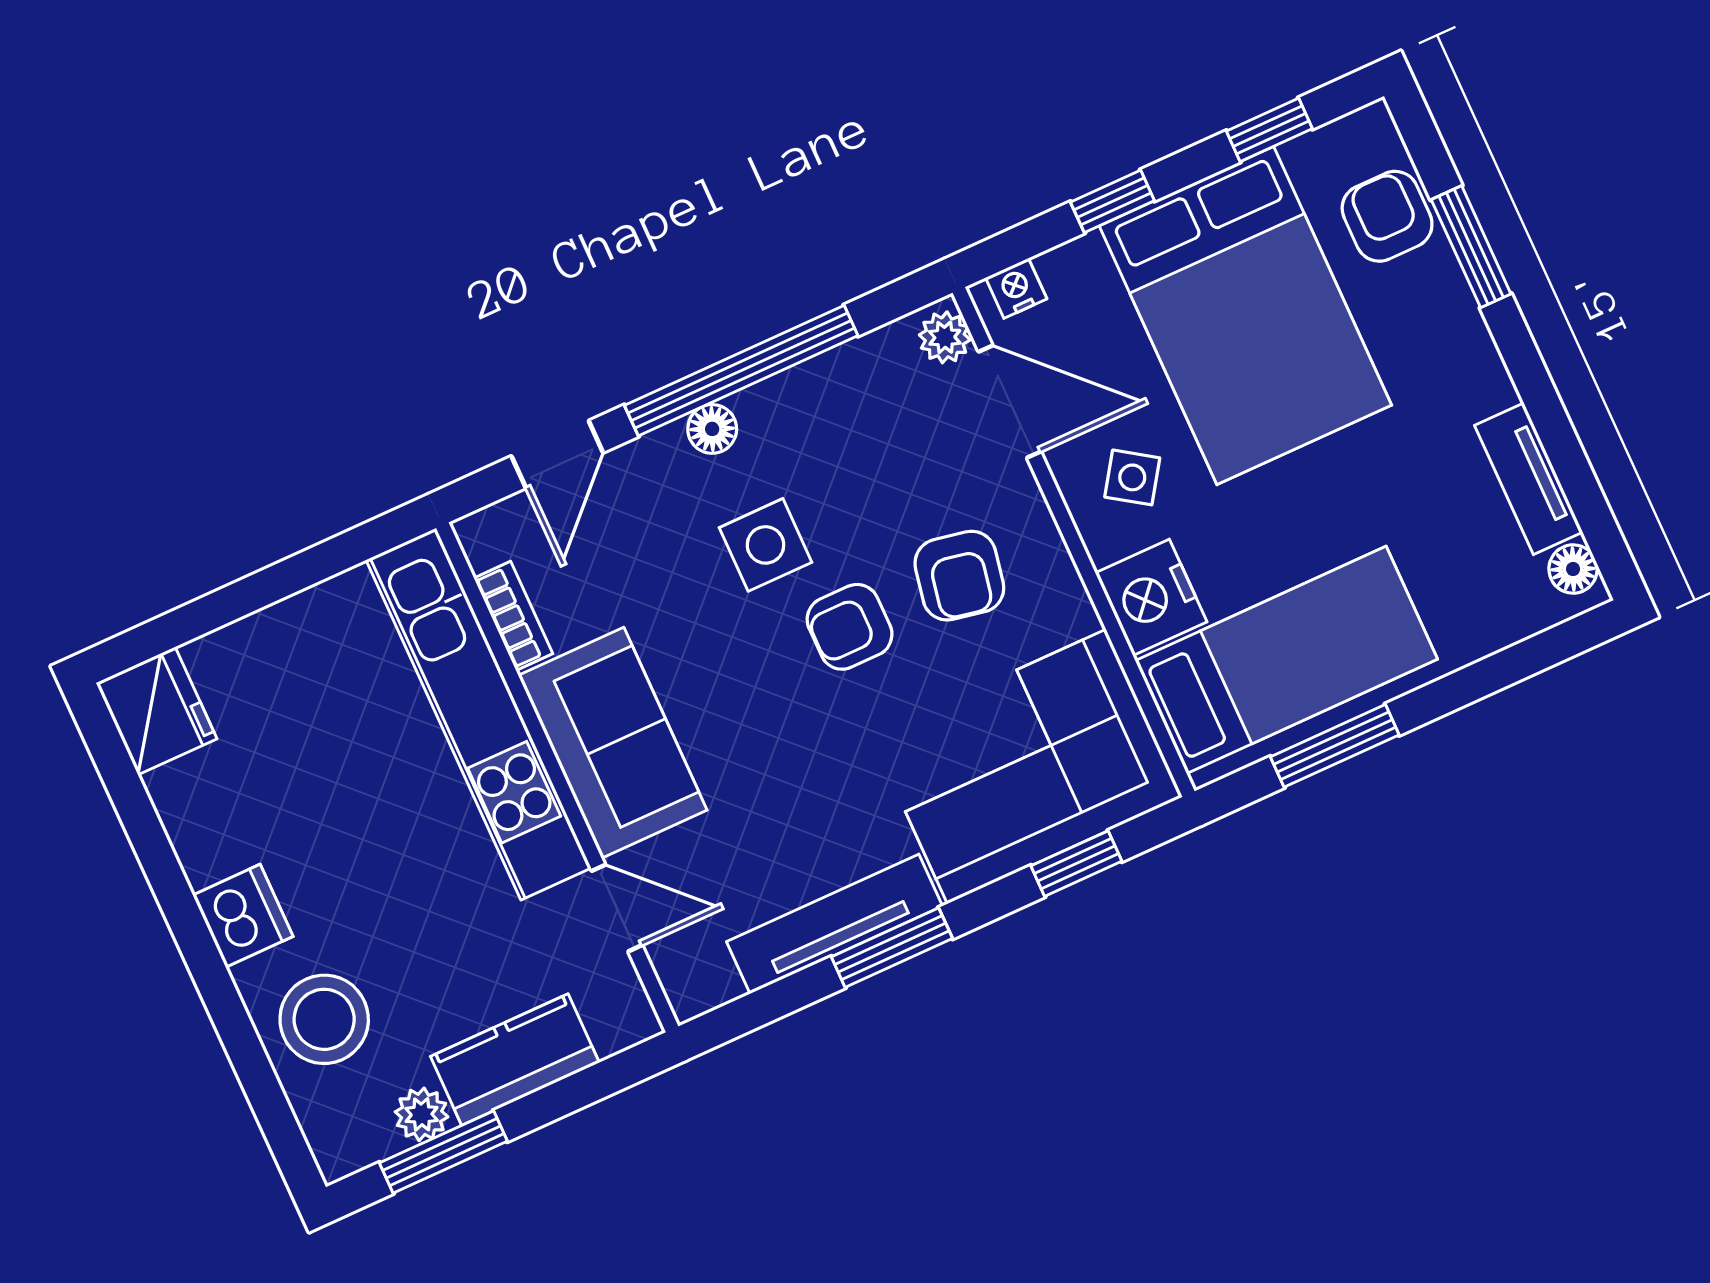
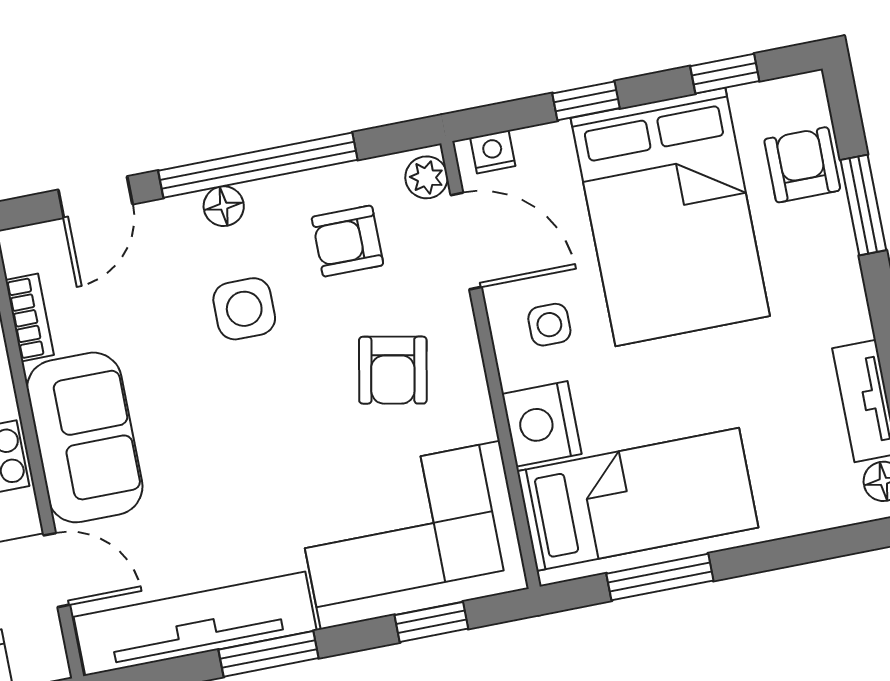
side table: (1132, 477) -> (549, 325), turned -34
armchair: (850, 627) -> (347, 241), moved
tv unit: (834, 924) -> (195, 624), width x1.36, depth x1.29

